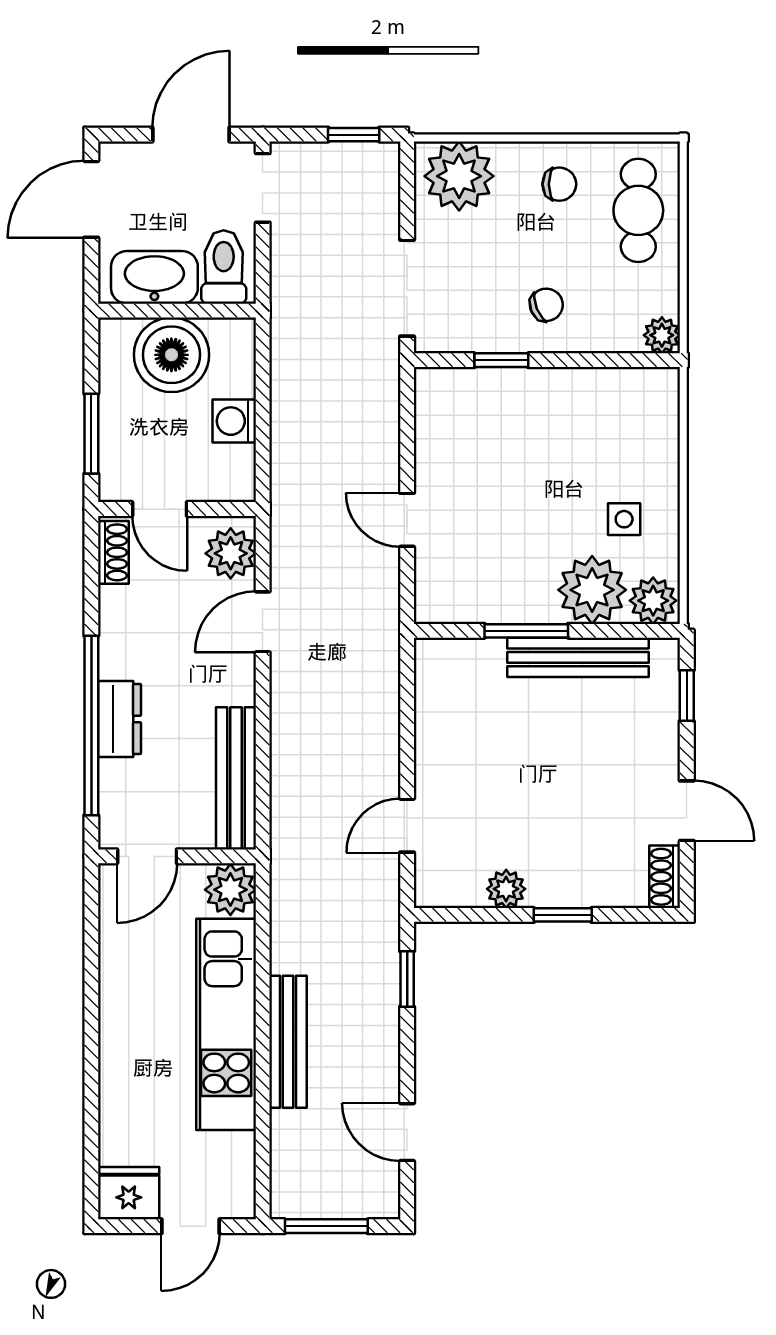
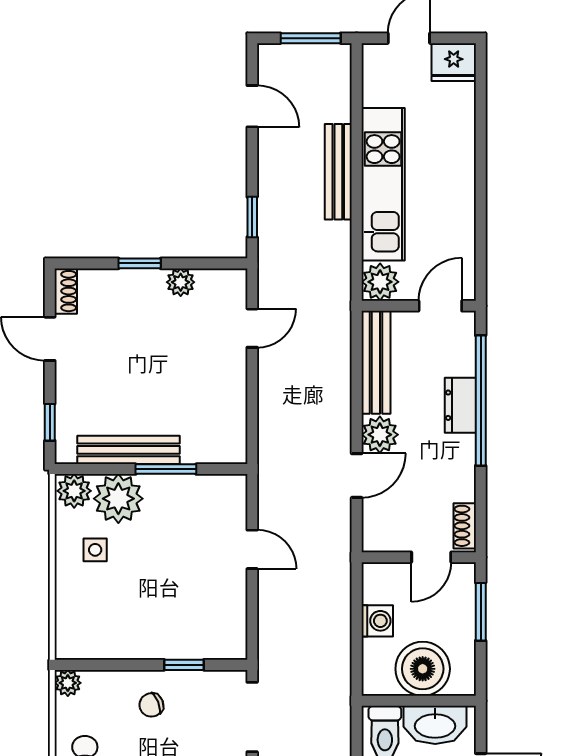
door: (160, 509) -> (431, 557), swing flipped
plant: (231, 553) -> (380, 435), moved

